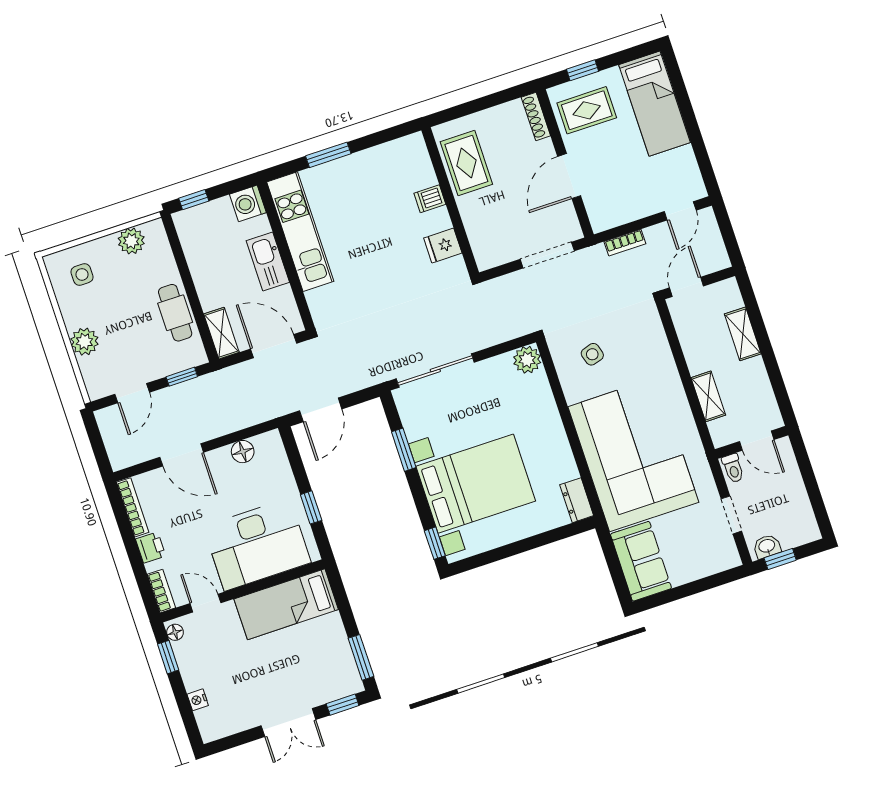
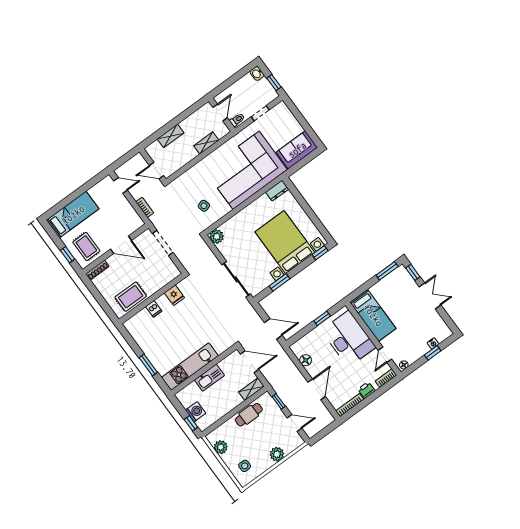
washing machine: (248, 203) -> (196, 412), moved, turned -90
door: (274, 346) -> (250, 362), swing flipped
washbasin: (767, 546) -> (257, 73), moved
window: (168, 657) -> (433, 353), moved

